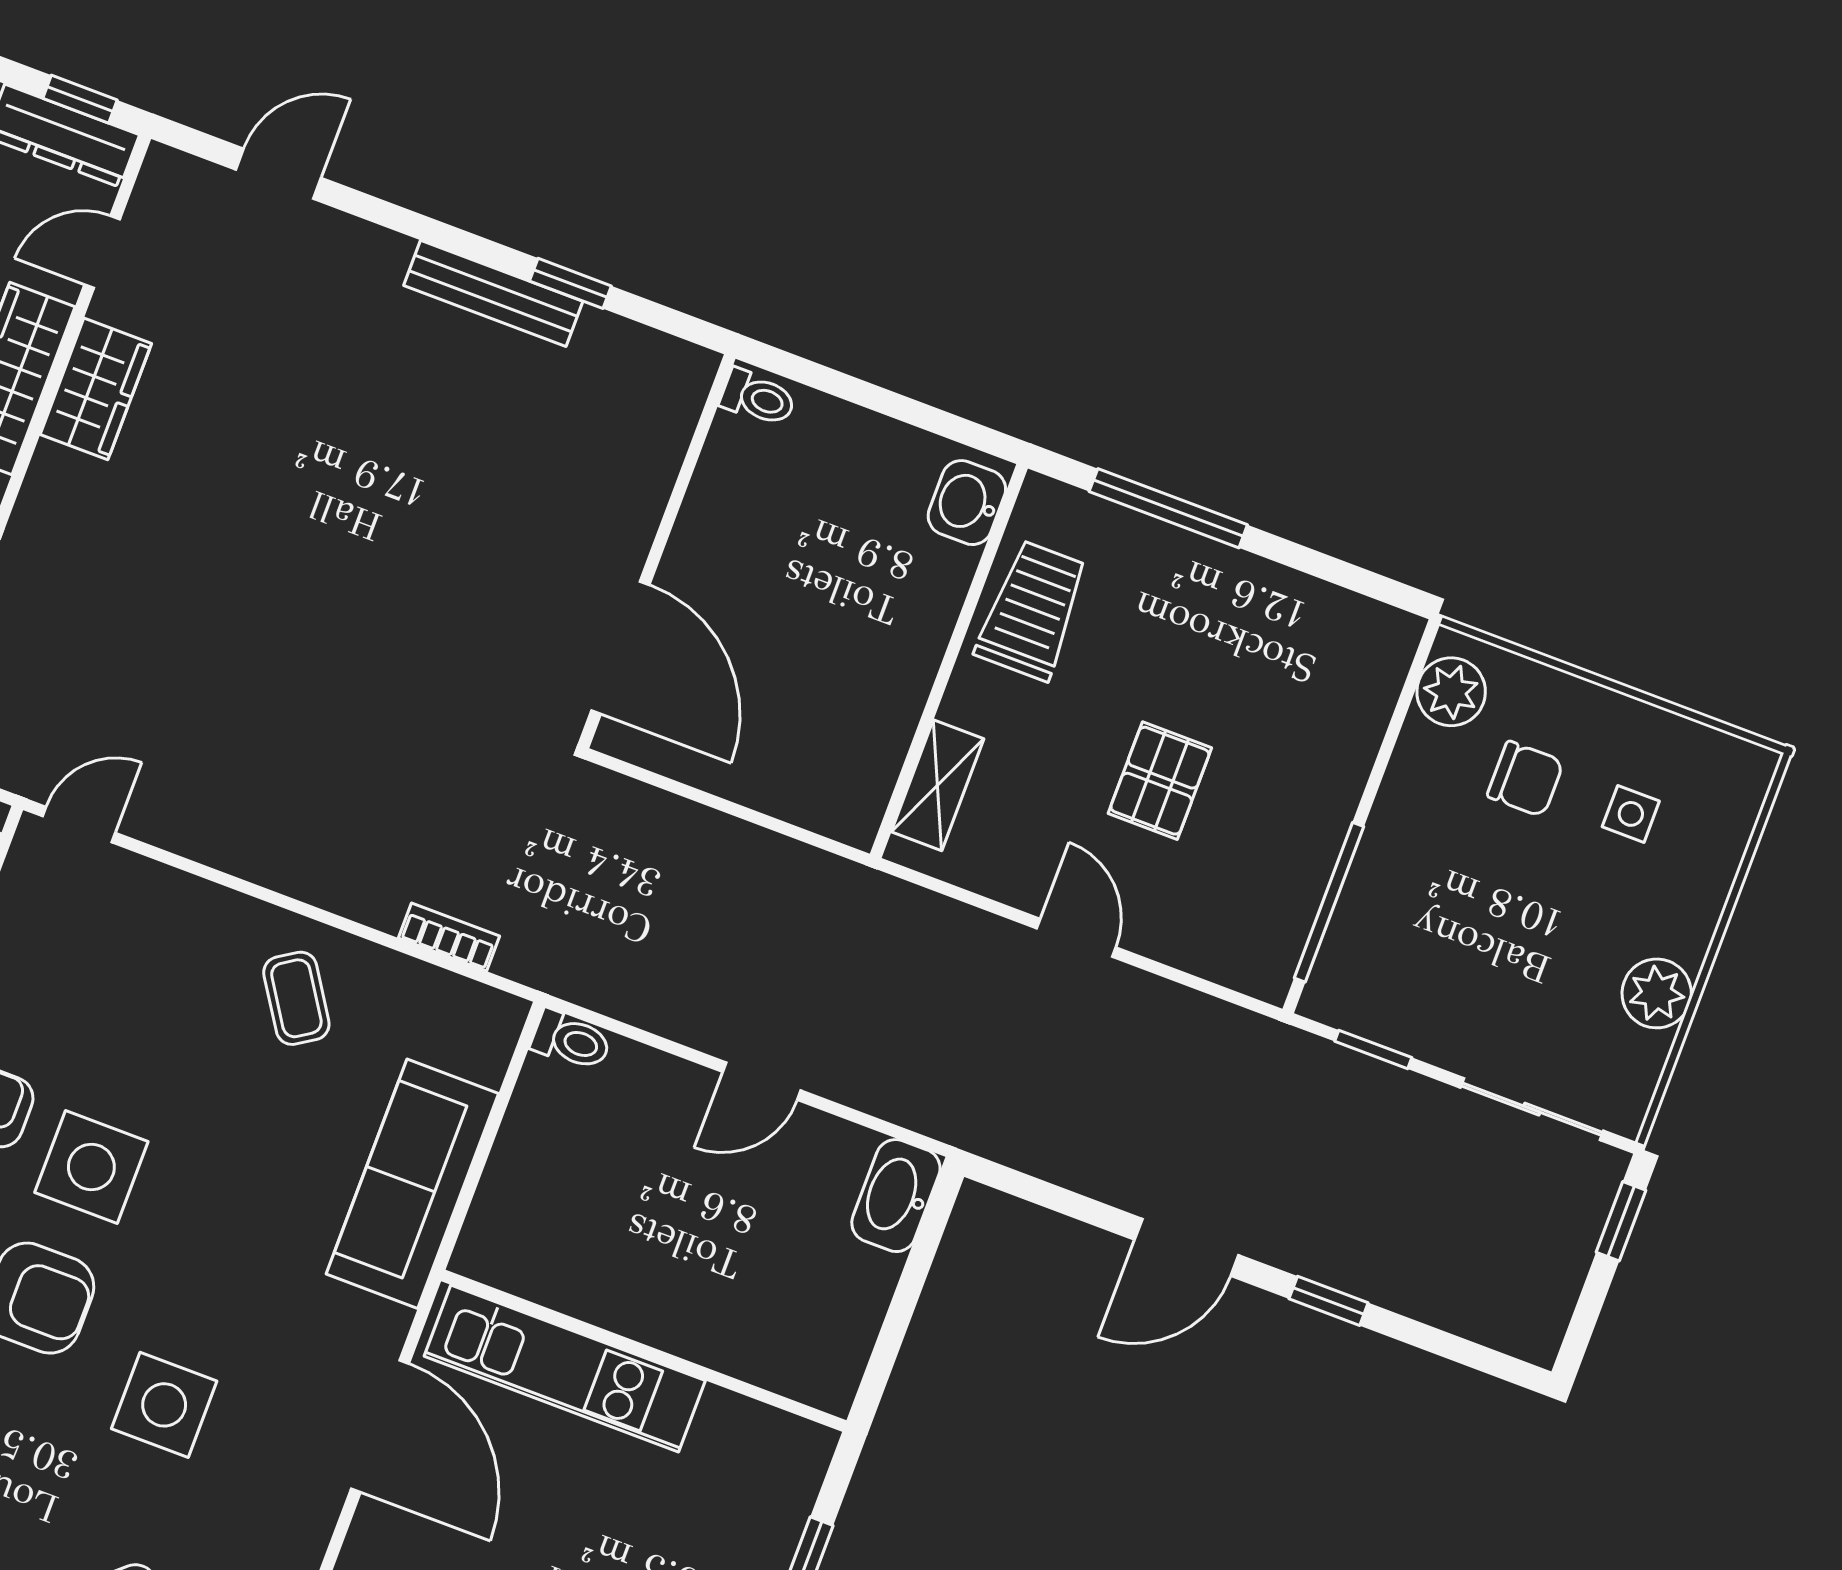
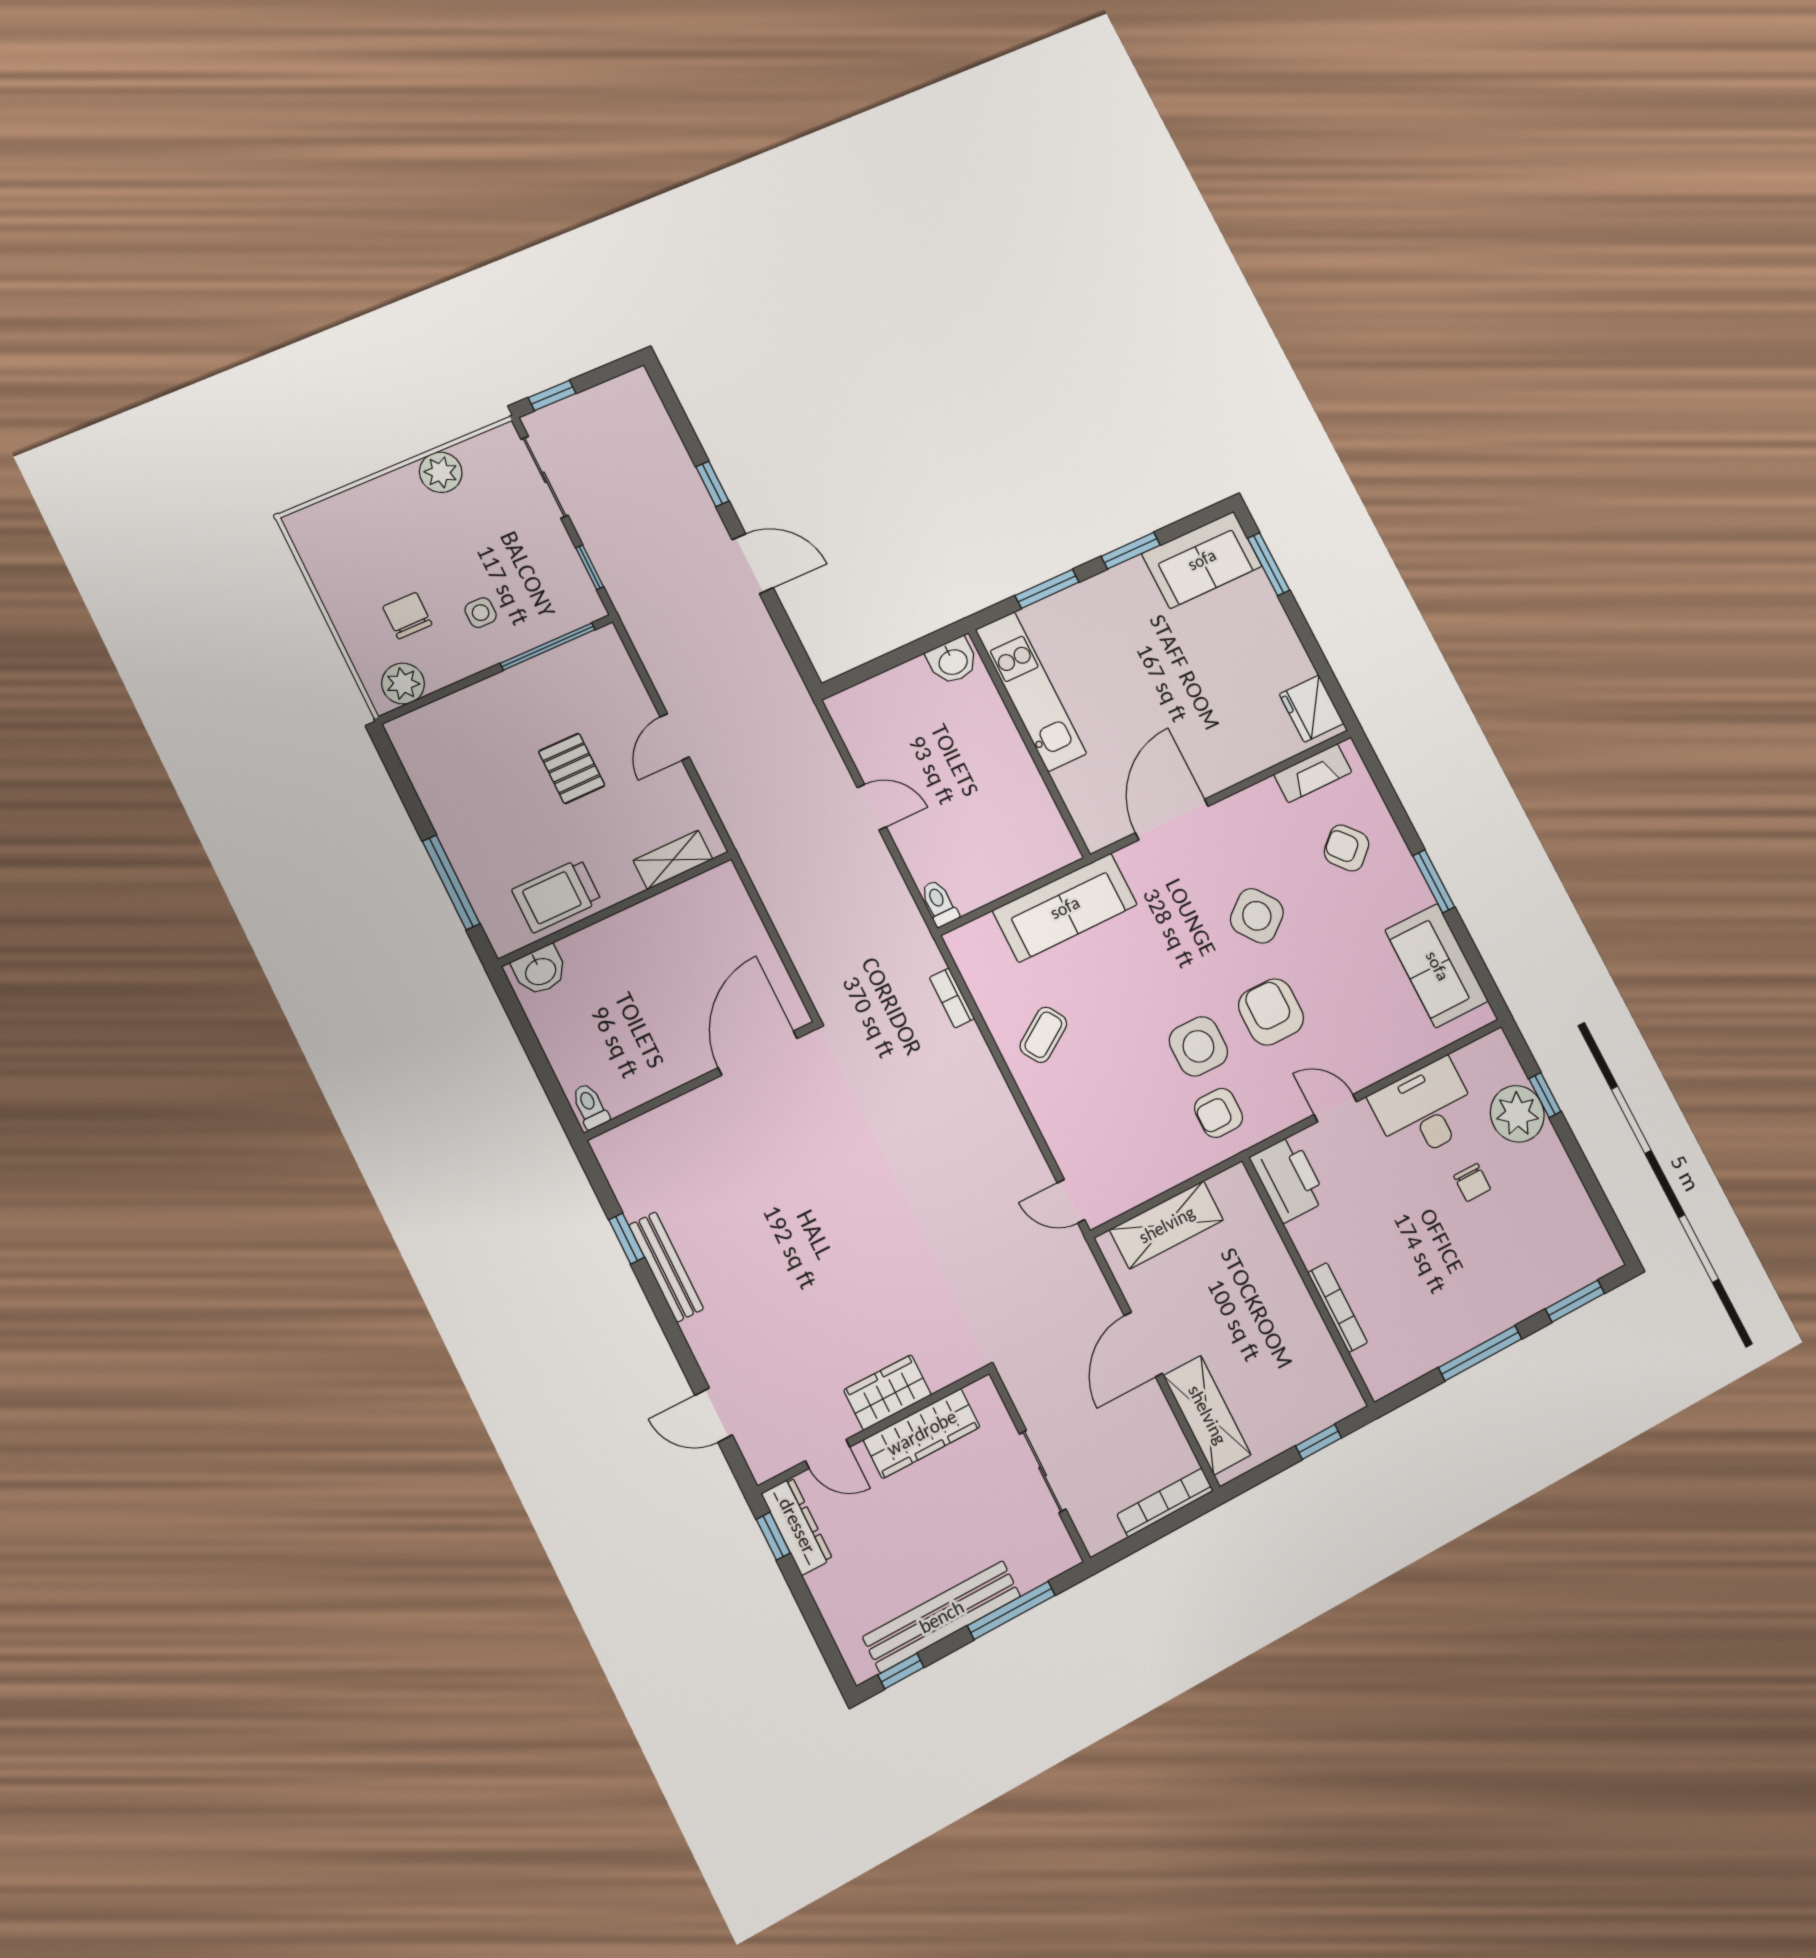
pallet: (1160, 781) -> (572, 768), turned 90
side table: (1631, 814) -> (481, 613), moved
washbasin: (896, 1196) -> (953, 661), moved, width x0.72
kitchen unit: (565, 1368) -> (1031, 692), moved
side table: (164, 1405) -> (1257, 916), turned -38

